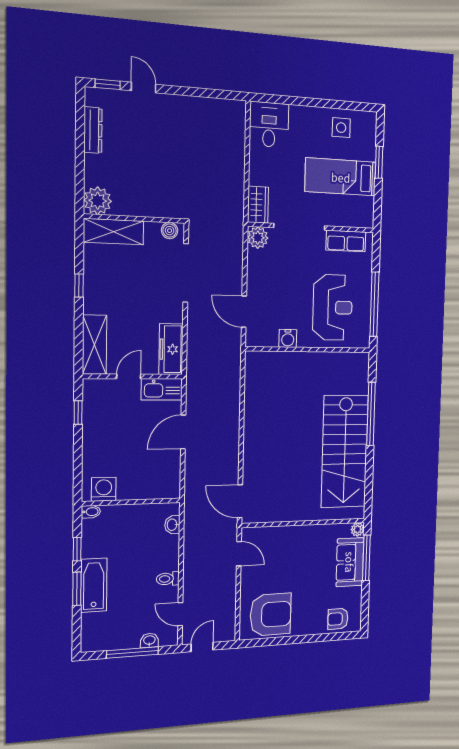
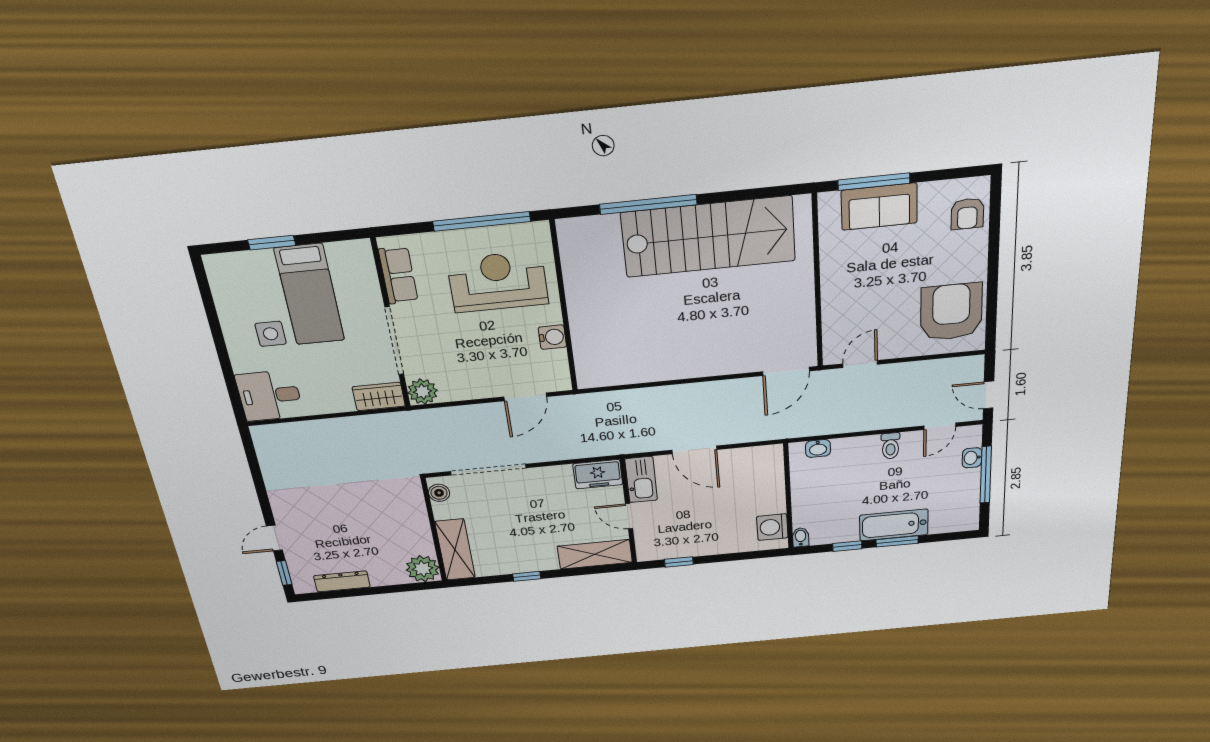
side table: (341, 128) -> (271, 334), moved
freezer: (171, 349) -> (598, 474), width x0.71
plant: (357, 529) -> (828, 202), removed

